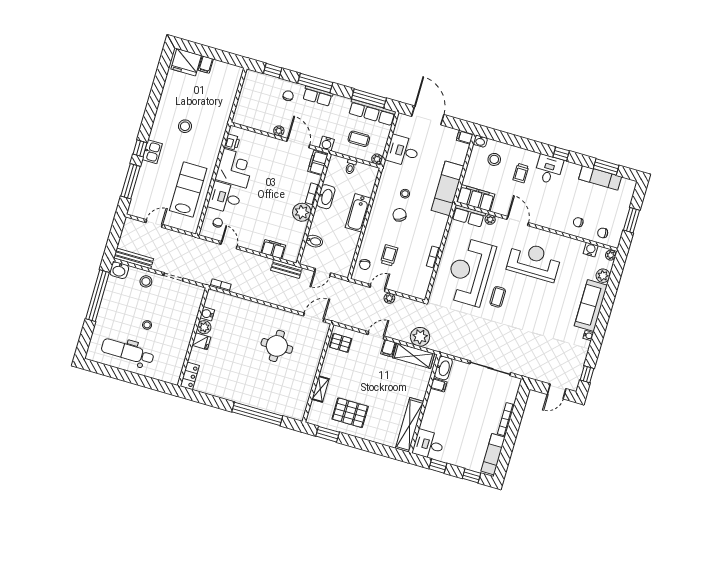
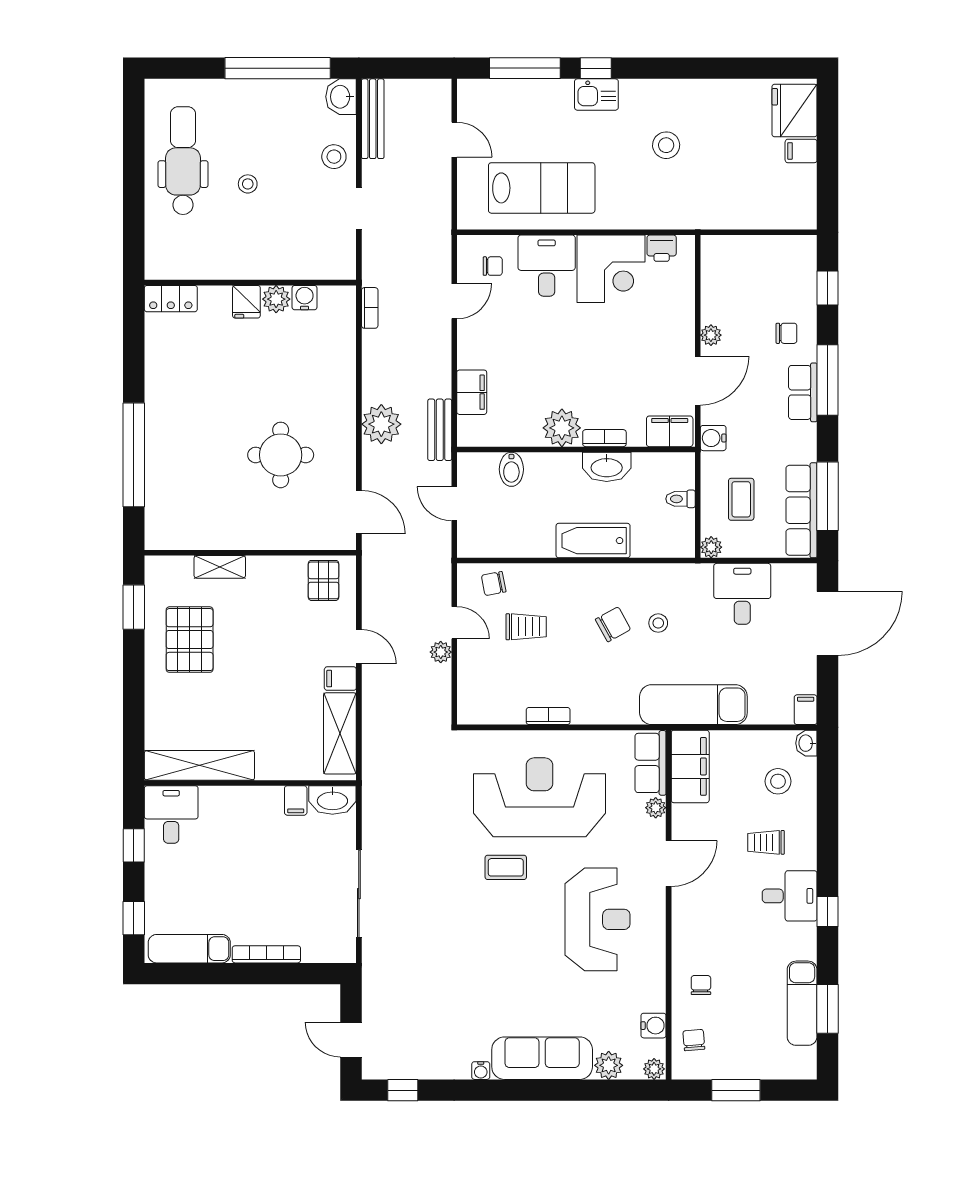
plant: (420, 337) -> (381, 424), moved

